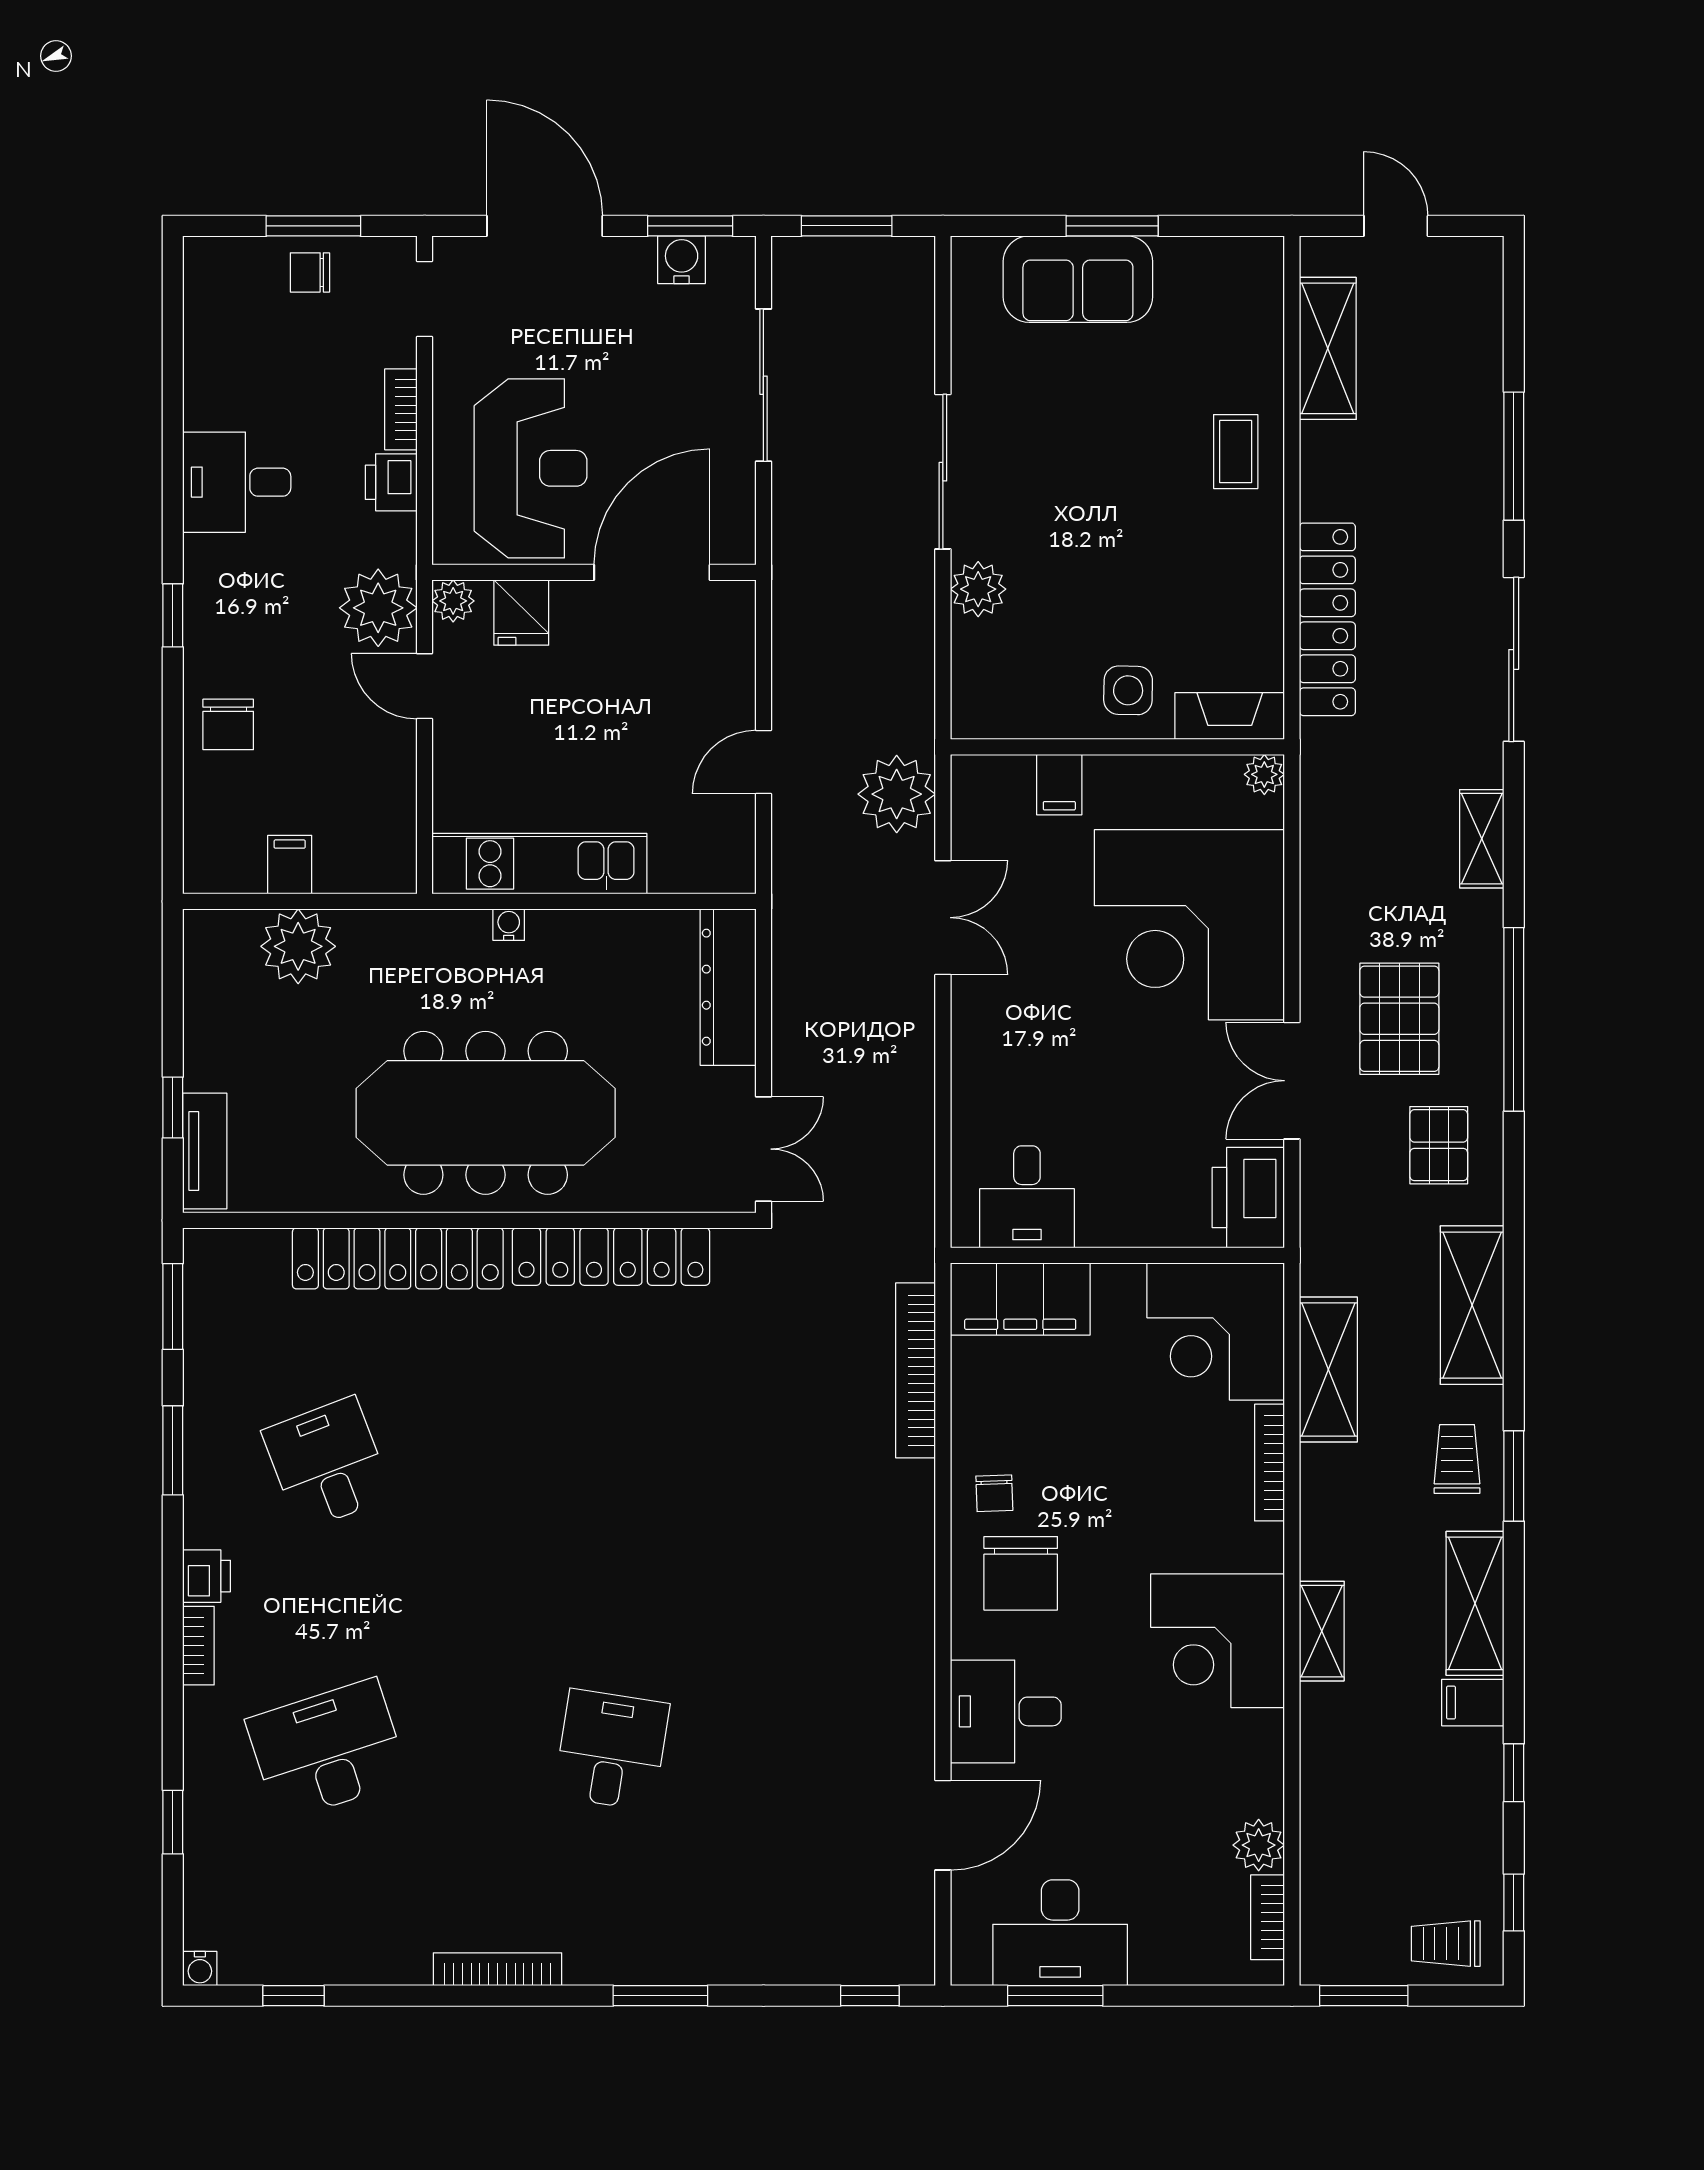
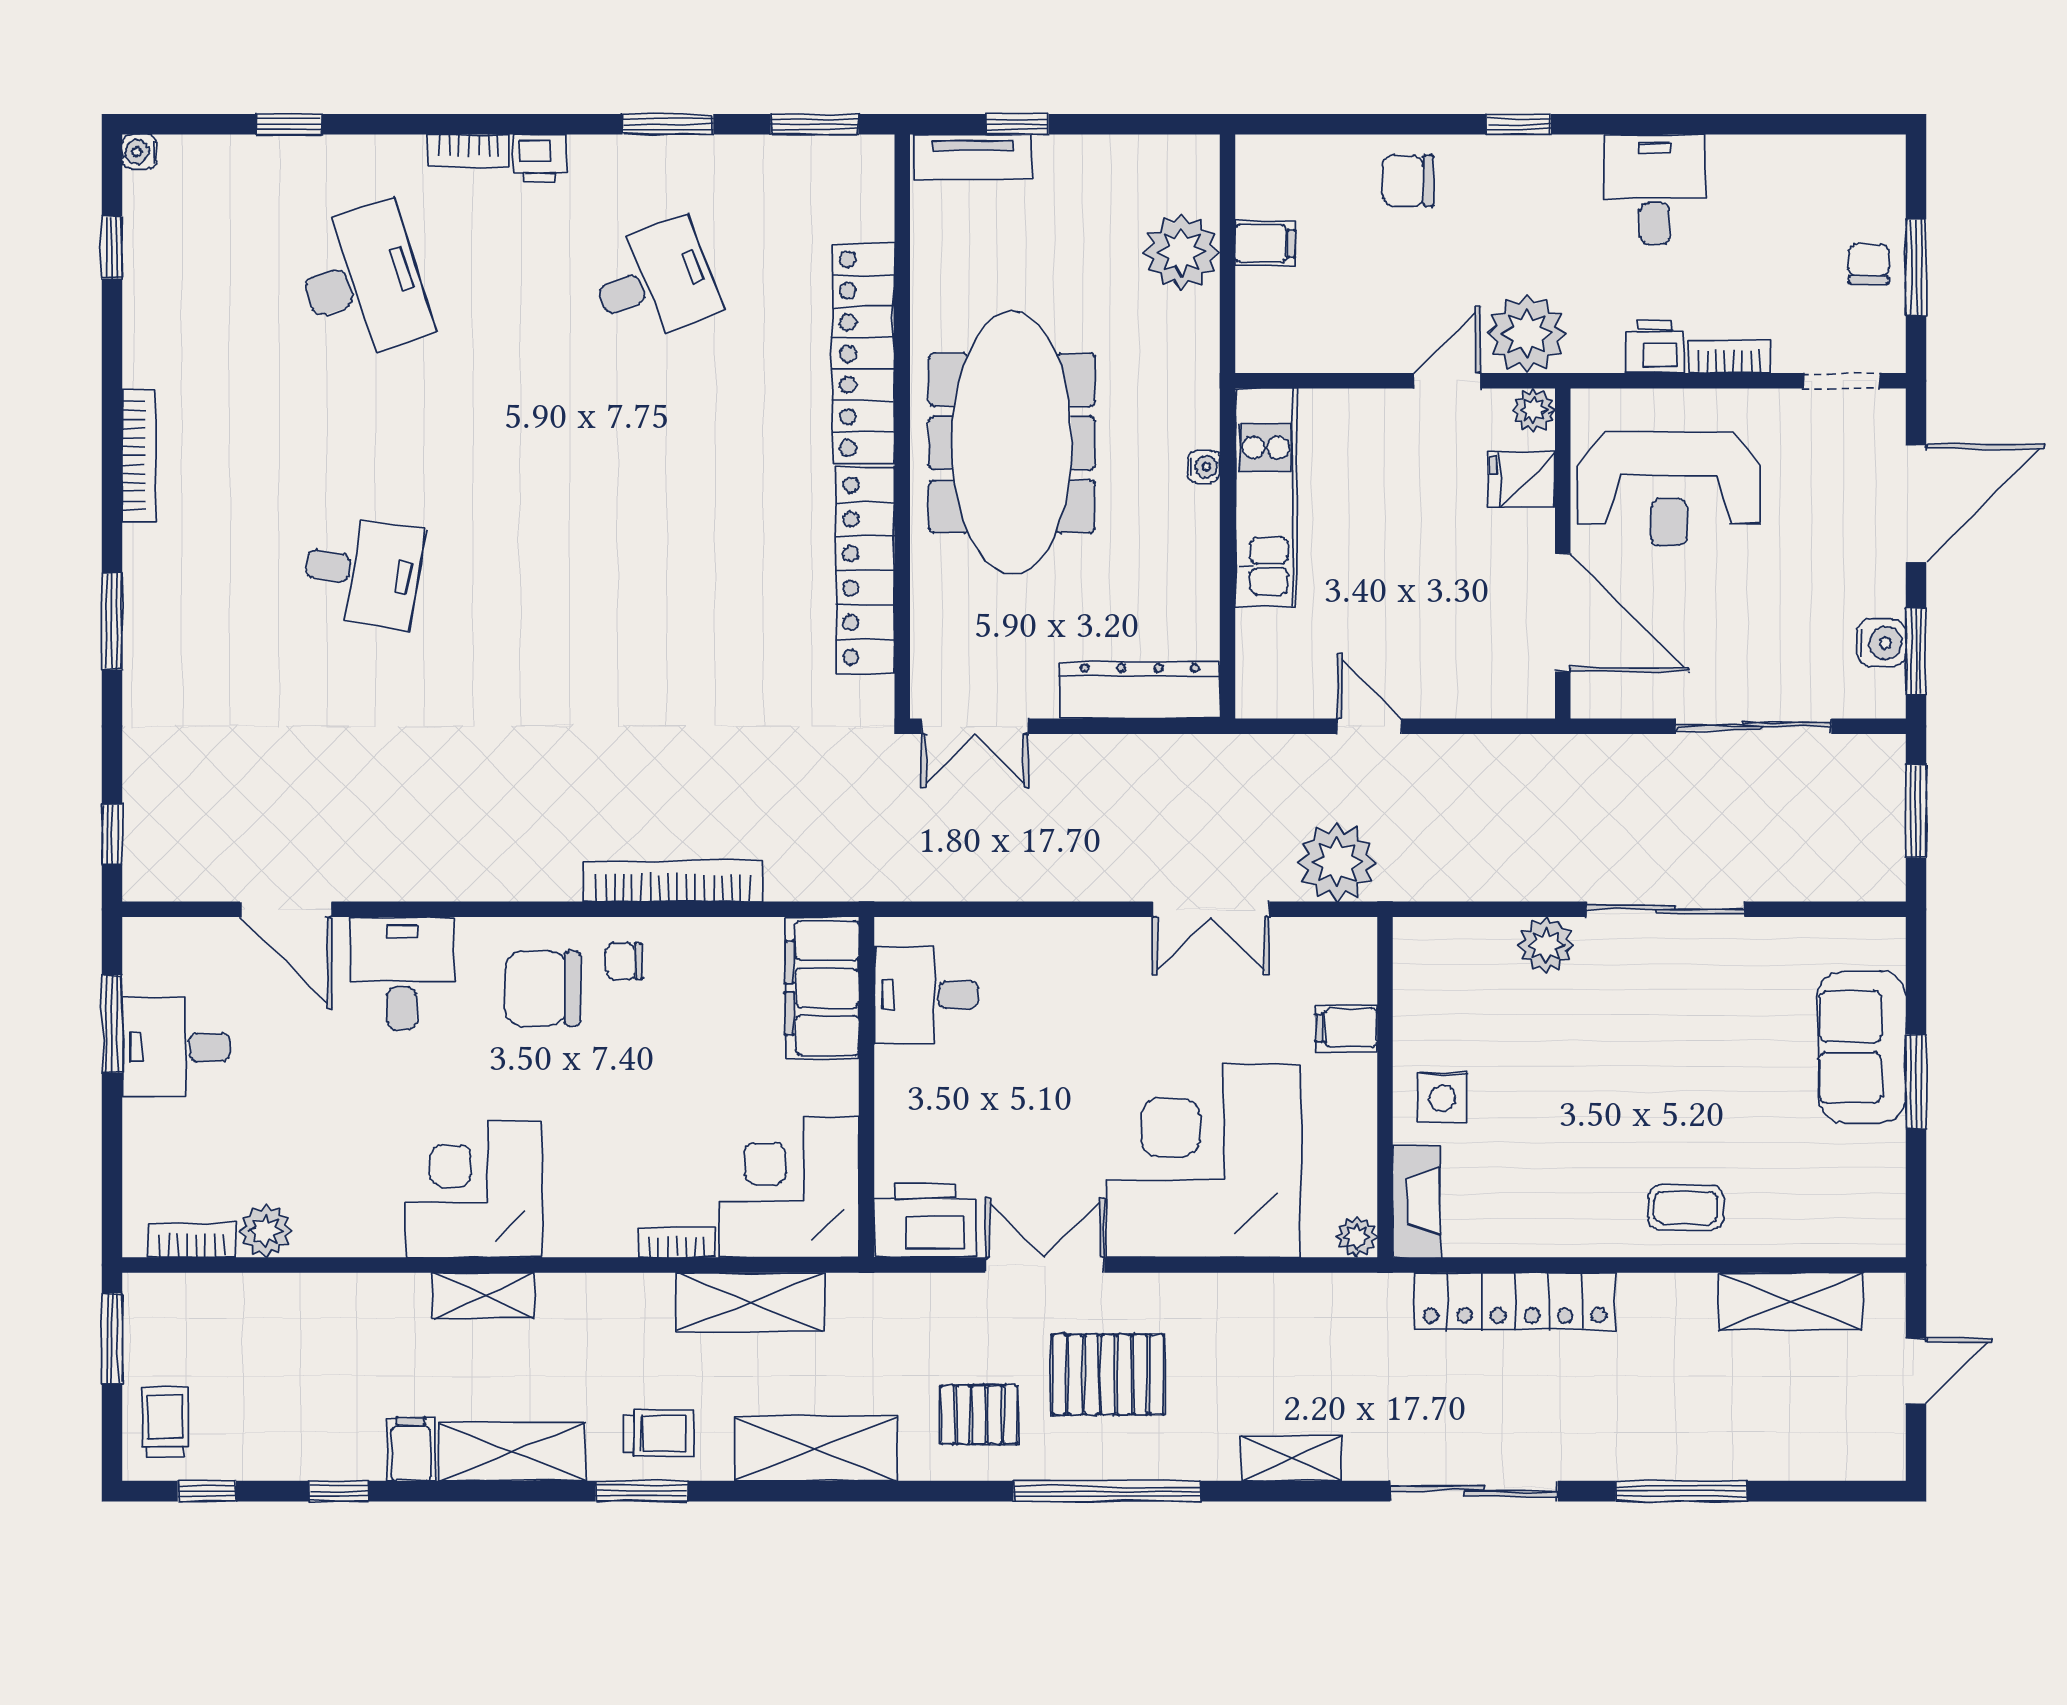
bookcase: (916, 1370) -> (673, 881), moved
bookcase: (1269, 1463) -> (677, 1242), width x0.64
desk: (1060, 1933) -> (176, 1047), width x0.73

